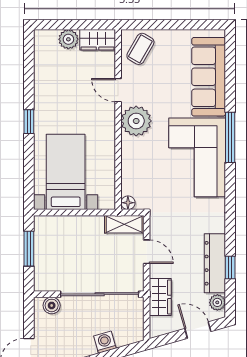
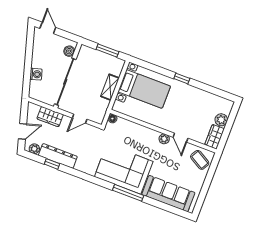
door: (118, 90) -> (181, 138), swing flipped
plant: (136, 121) -> (164, 139), width x0.53, depth x0.53
shelving: (124, 224) -> (110, 87), moved

